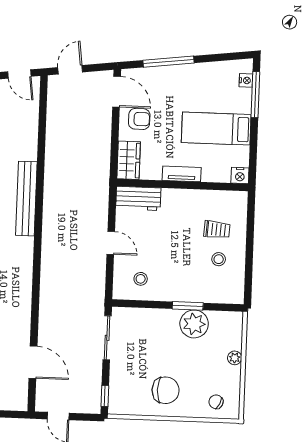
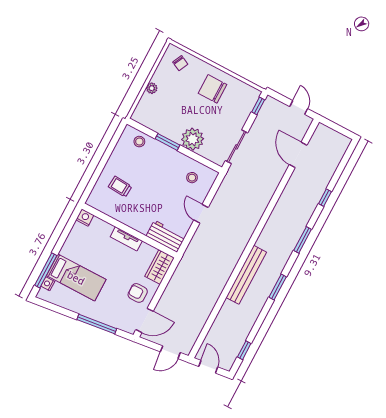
door: (117, 92) -> (145, 320), swing flipped
bed: (216, 129) -> (76, 278), moved
stool: (219, 259) -> (139, 142), moved
plant: (194, 324) -> (193, 139), moved

